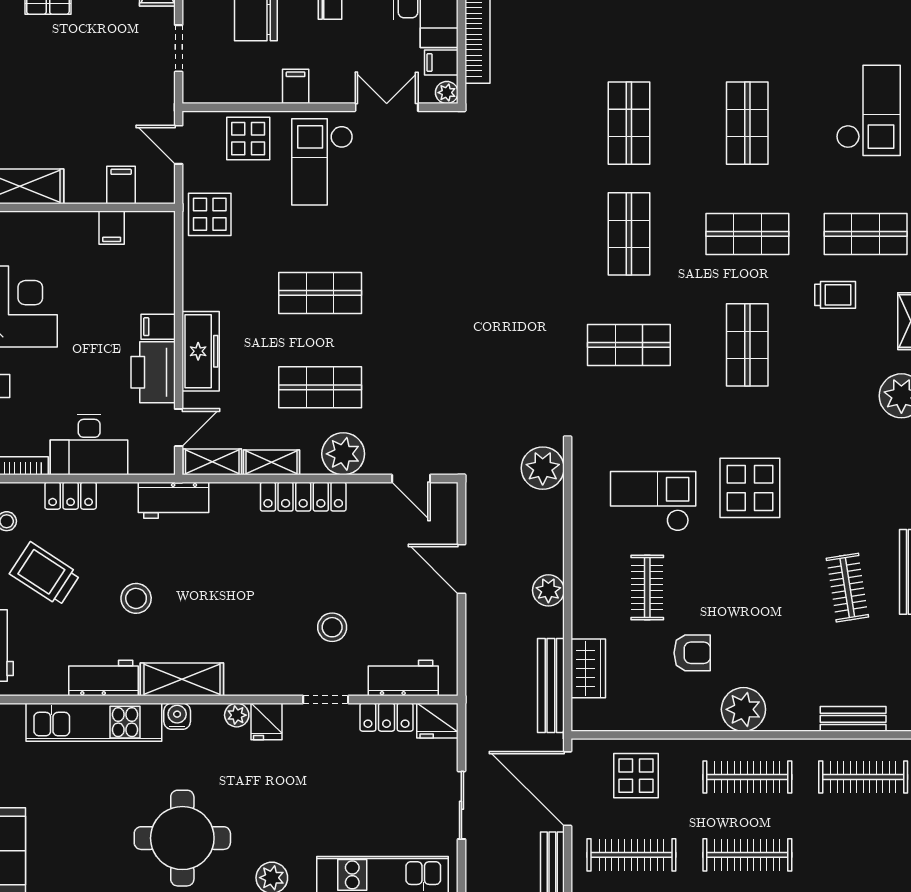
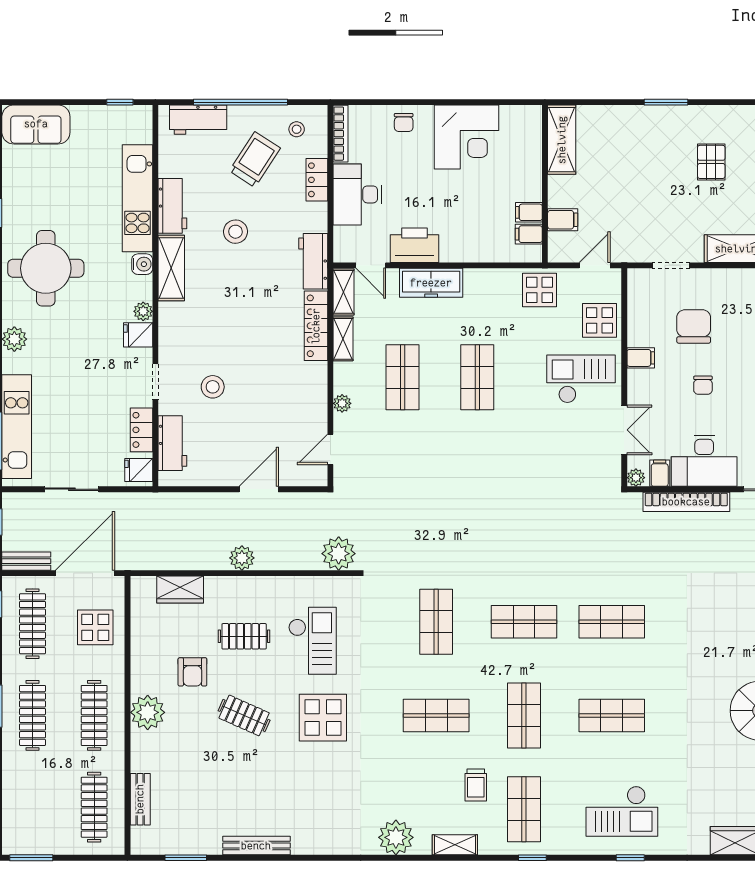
filing cabinet: (158, 327) -> (529, 234), moved, turned -90
plant: (343, 454) -> (342, 403), width x0.53, depth x0.53
locker: (303, 497) -> (316, 326), moved
clothes rail: (847, 588) -> (244, 715), moved, turned 33
bench: (551, 686) -> (167, 560), removed
fridge: (437, 721) -> (139, 470), width x0.72

